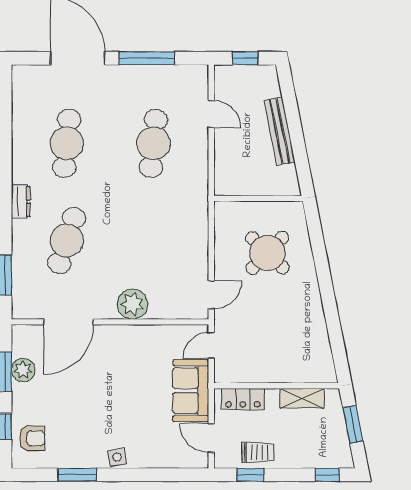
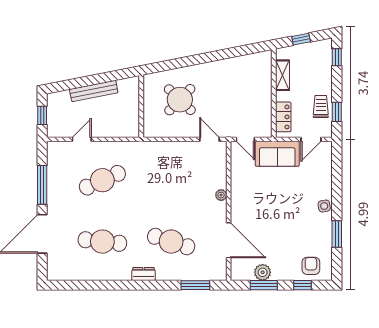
cafe table: (153, 143) -> (102, 180), turned -30
plant: (132, 304) -> (221, 195), width x0.53, depth x0.53
window: (353, 424) -> (301, 39), width x0.67

